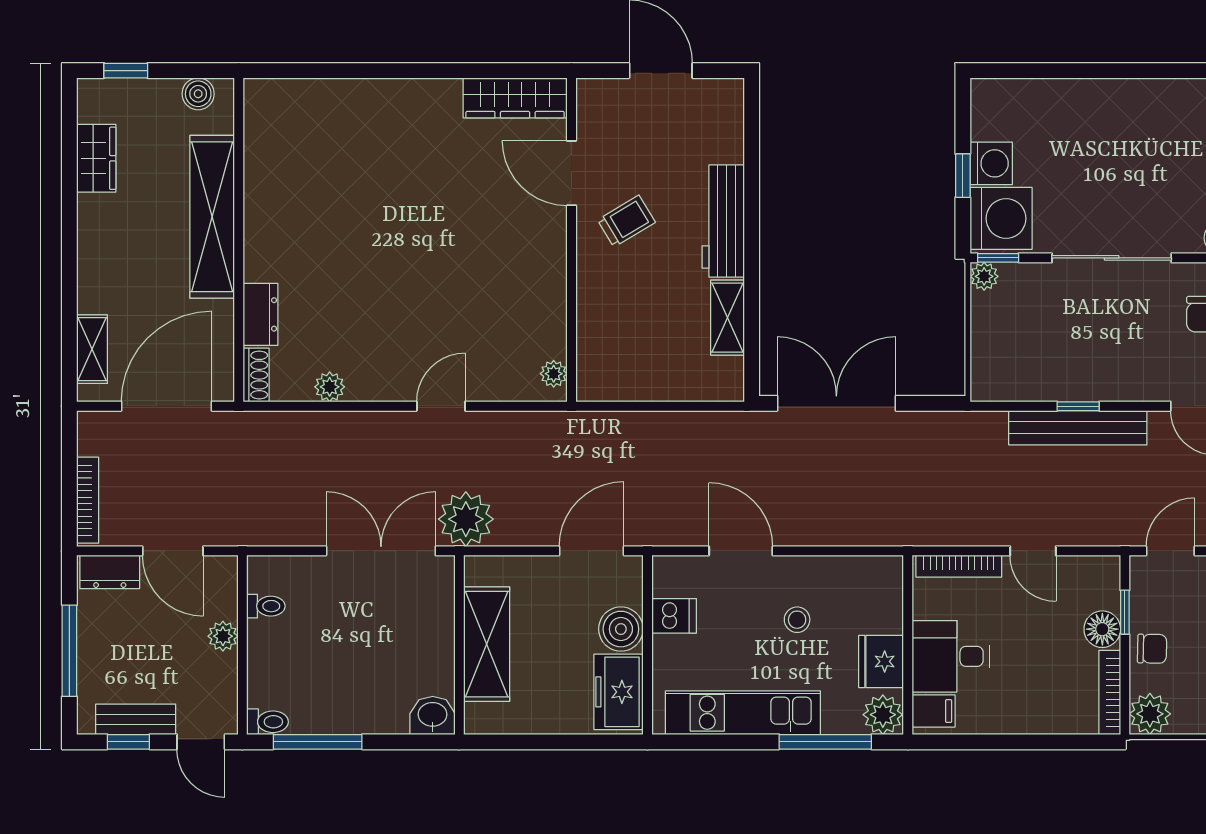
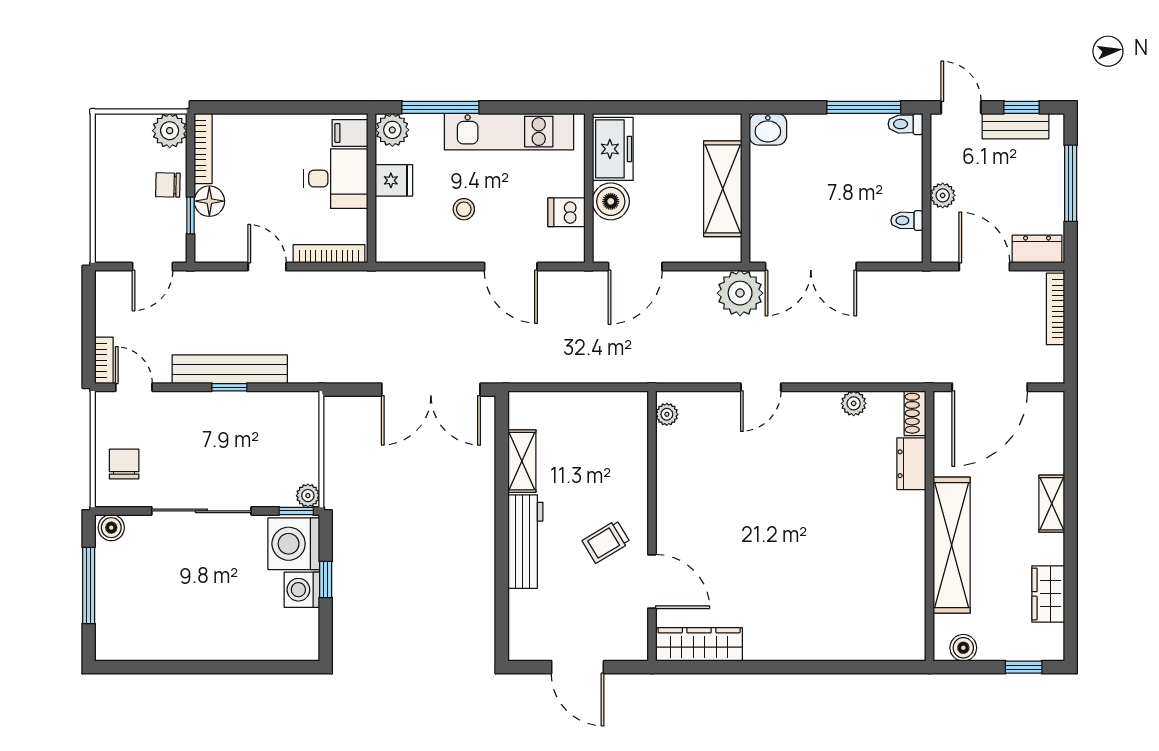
shelving: (92, 349) -> (1052, 504), moved
fridge: (881, 661) -> (394, 180), width x0.72

